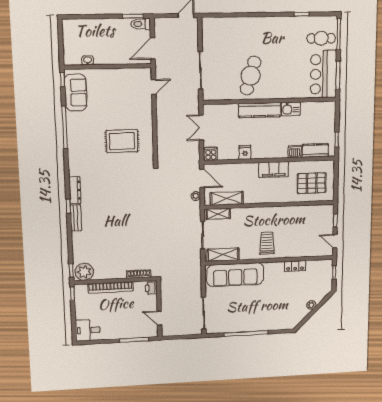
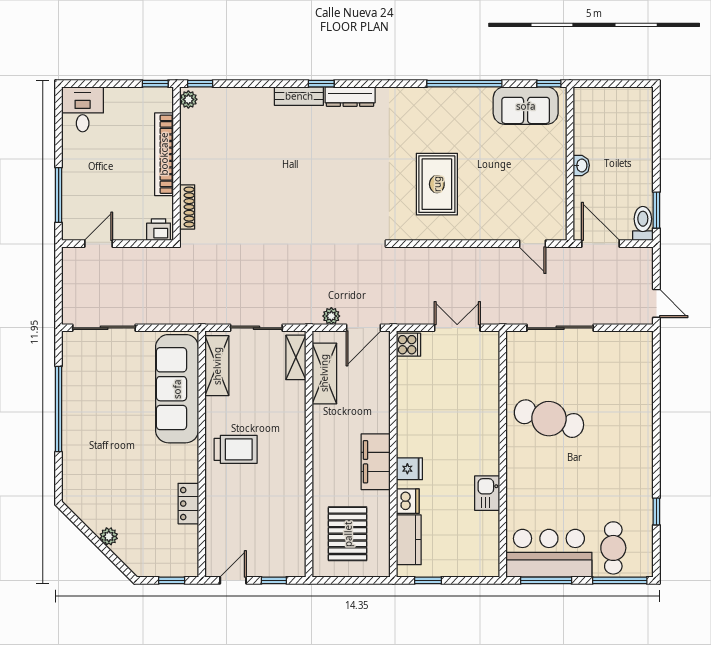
washbasin: (88, 60) -> (581, 165), moved
kitchen counter: (260, 110) -> (487, 435), removed
fridge: (245, 152) -> (409, 469), moved
plant: (84, 272) -> (188, 99), width x0.53, depth x0.53

